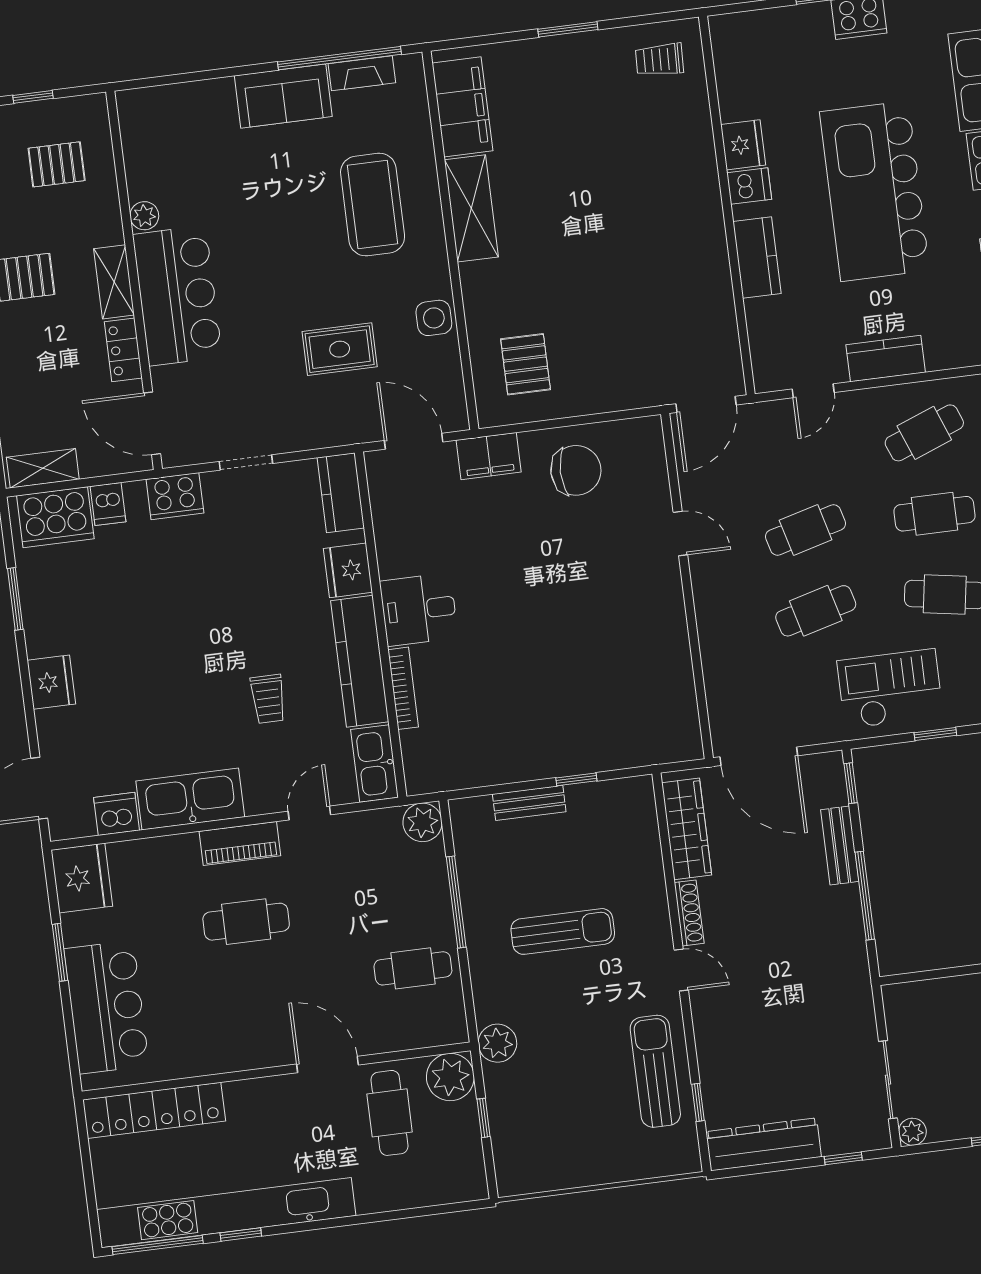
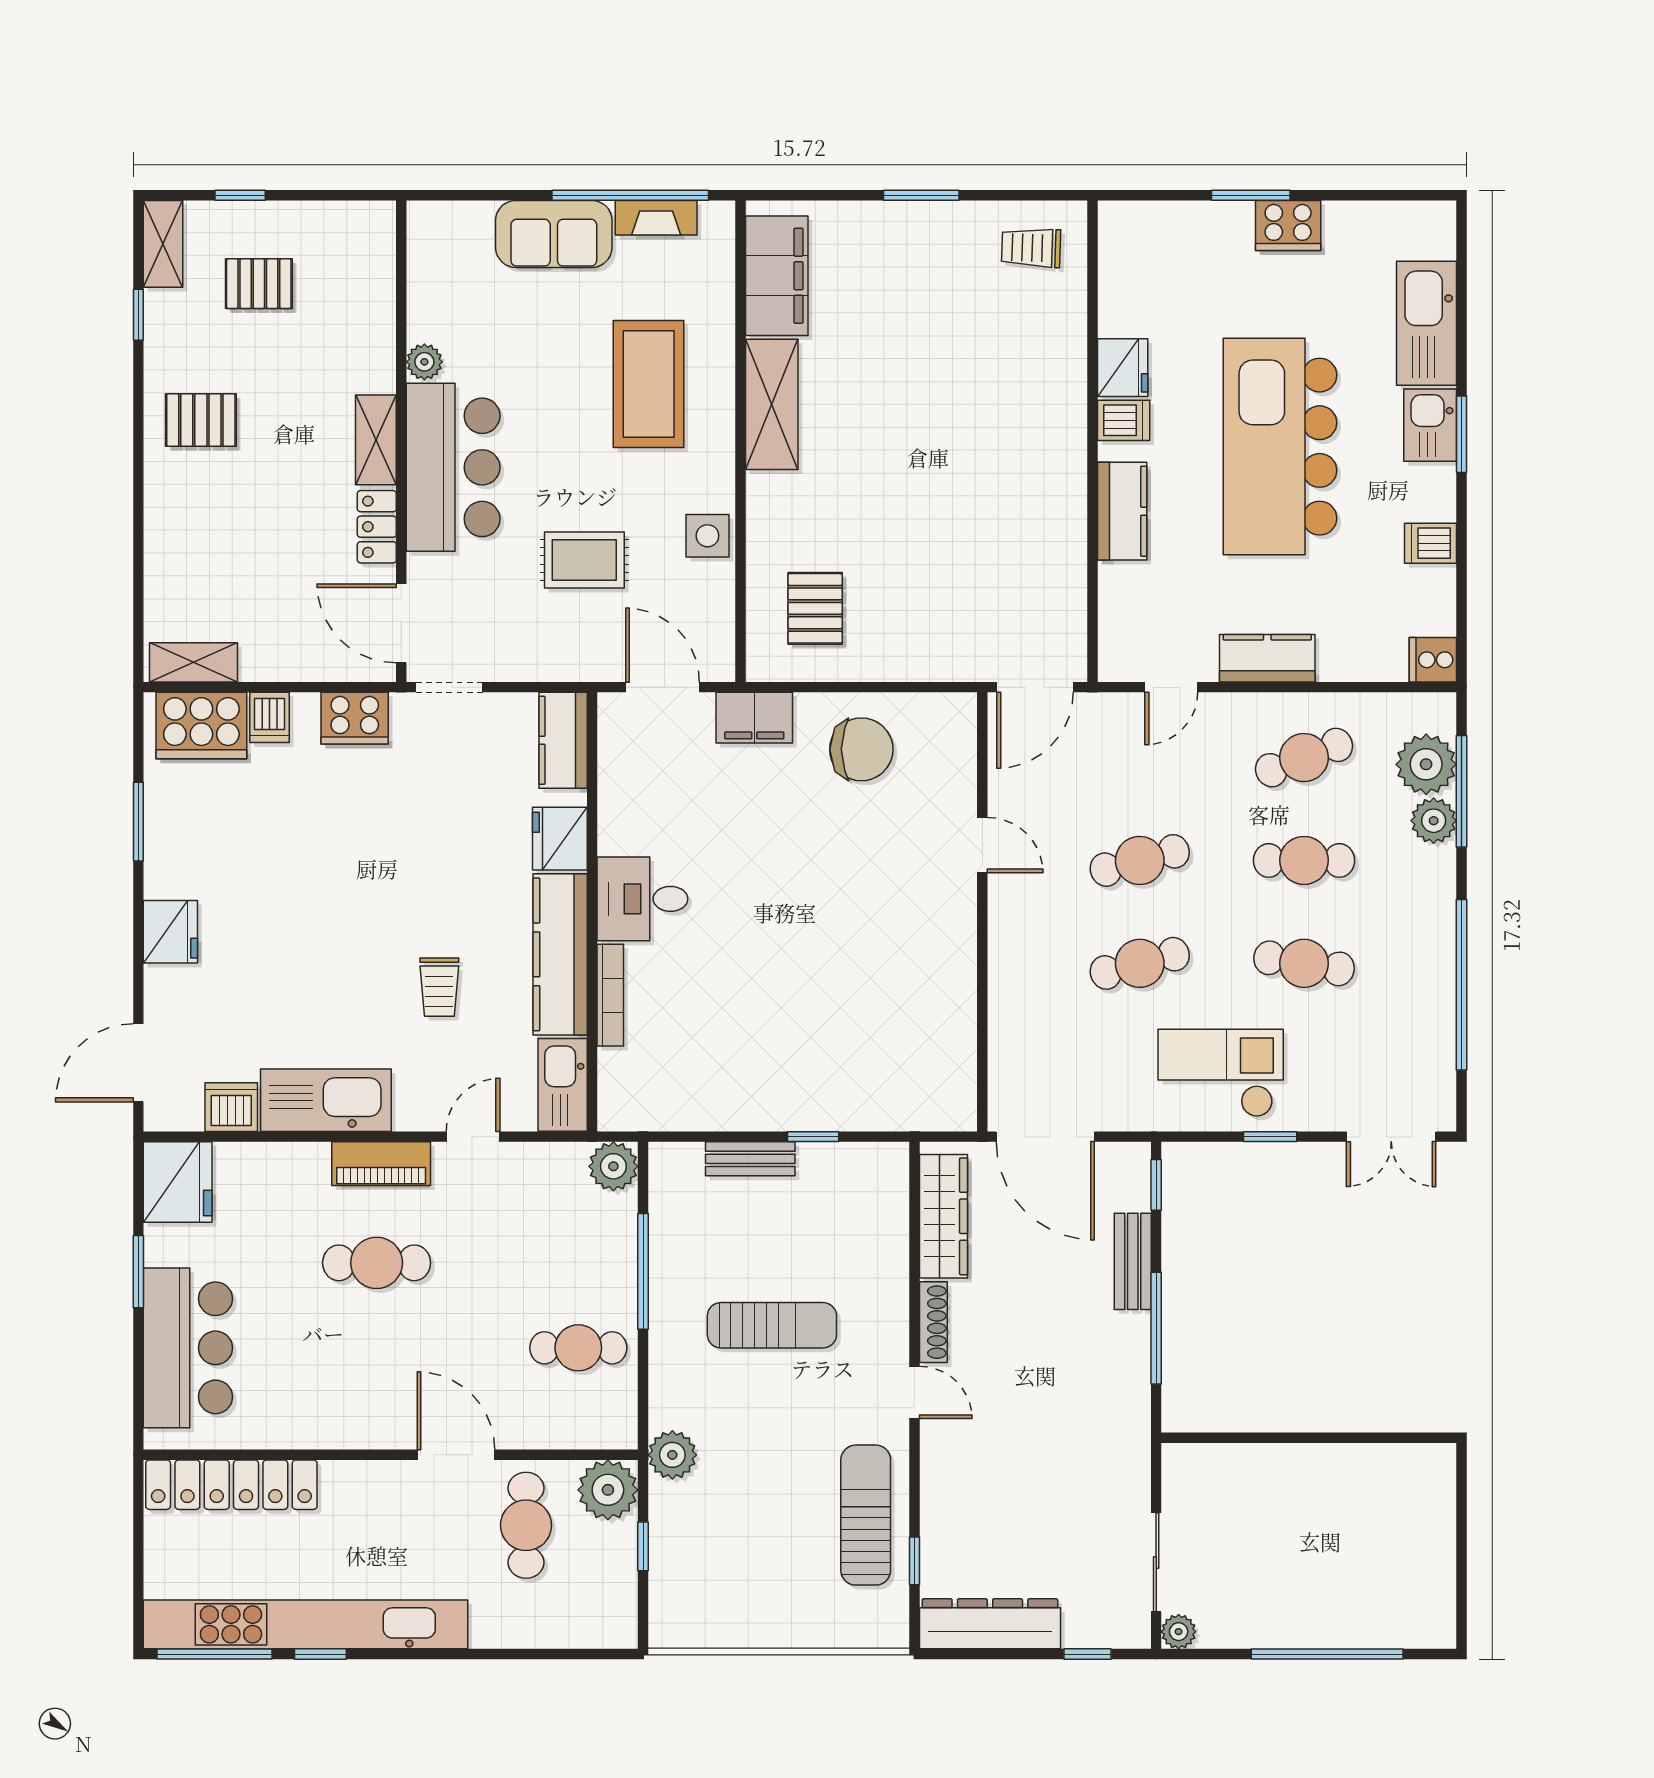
plant: (144, 216) -> (424, 362), moved
wall: (134, 280) -> (401, 441), moved
shelving: (114, 282) -> (376, 440), moved
bar counter: (177, 296) -> (453, 467), moved
locker: (123, 350) -> (377, 527), moved
door: (152, 423) -> (401, 623), moved

